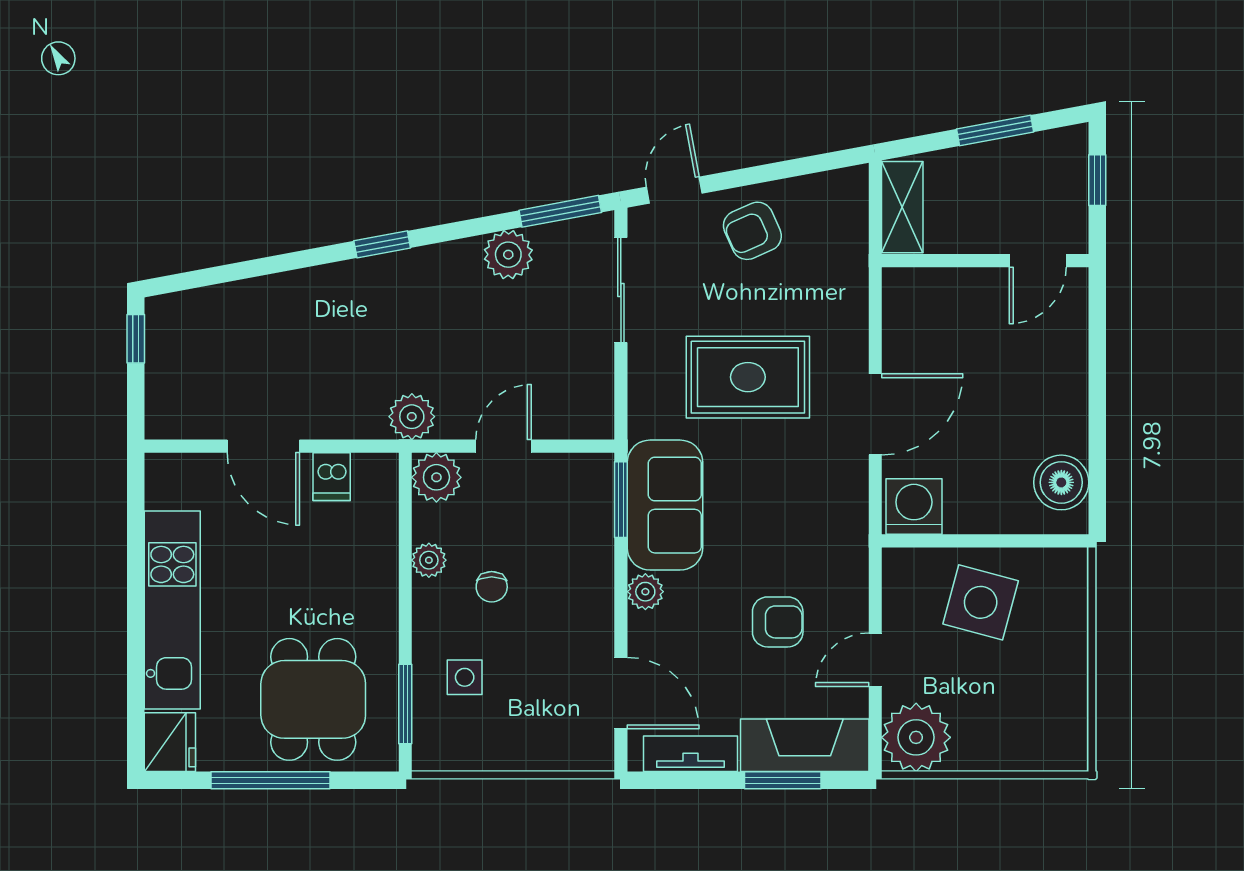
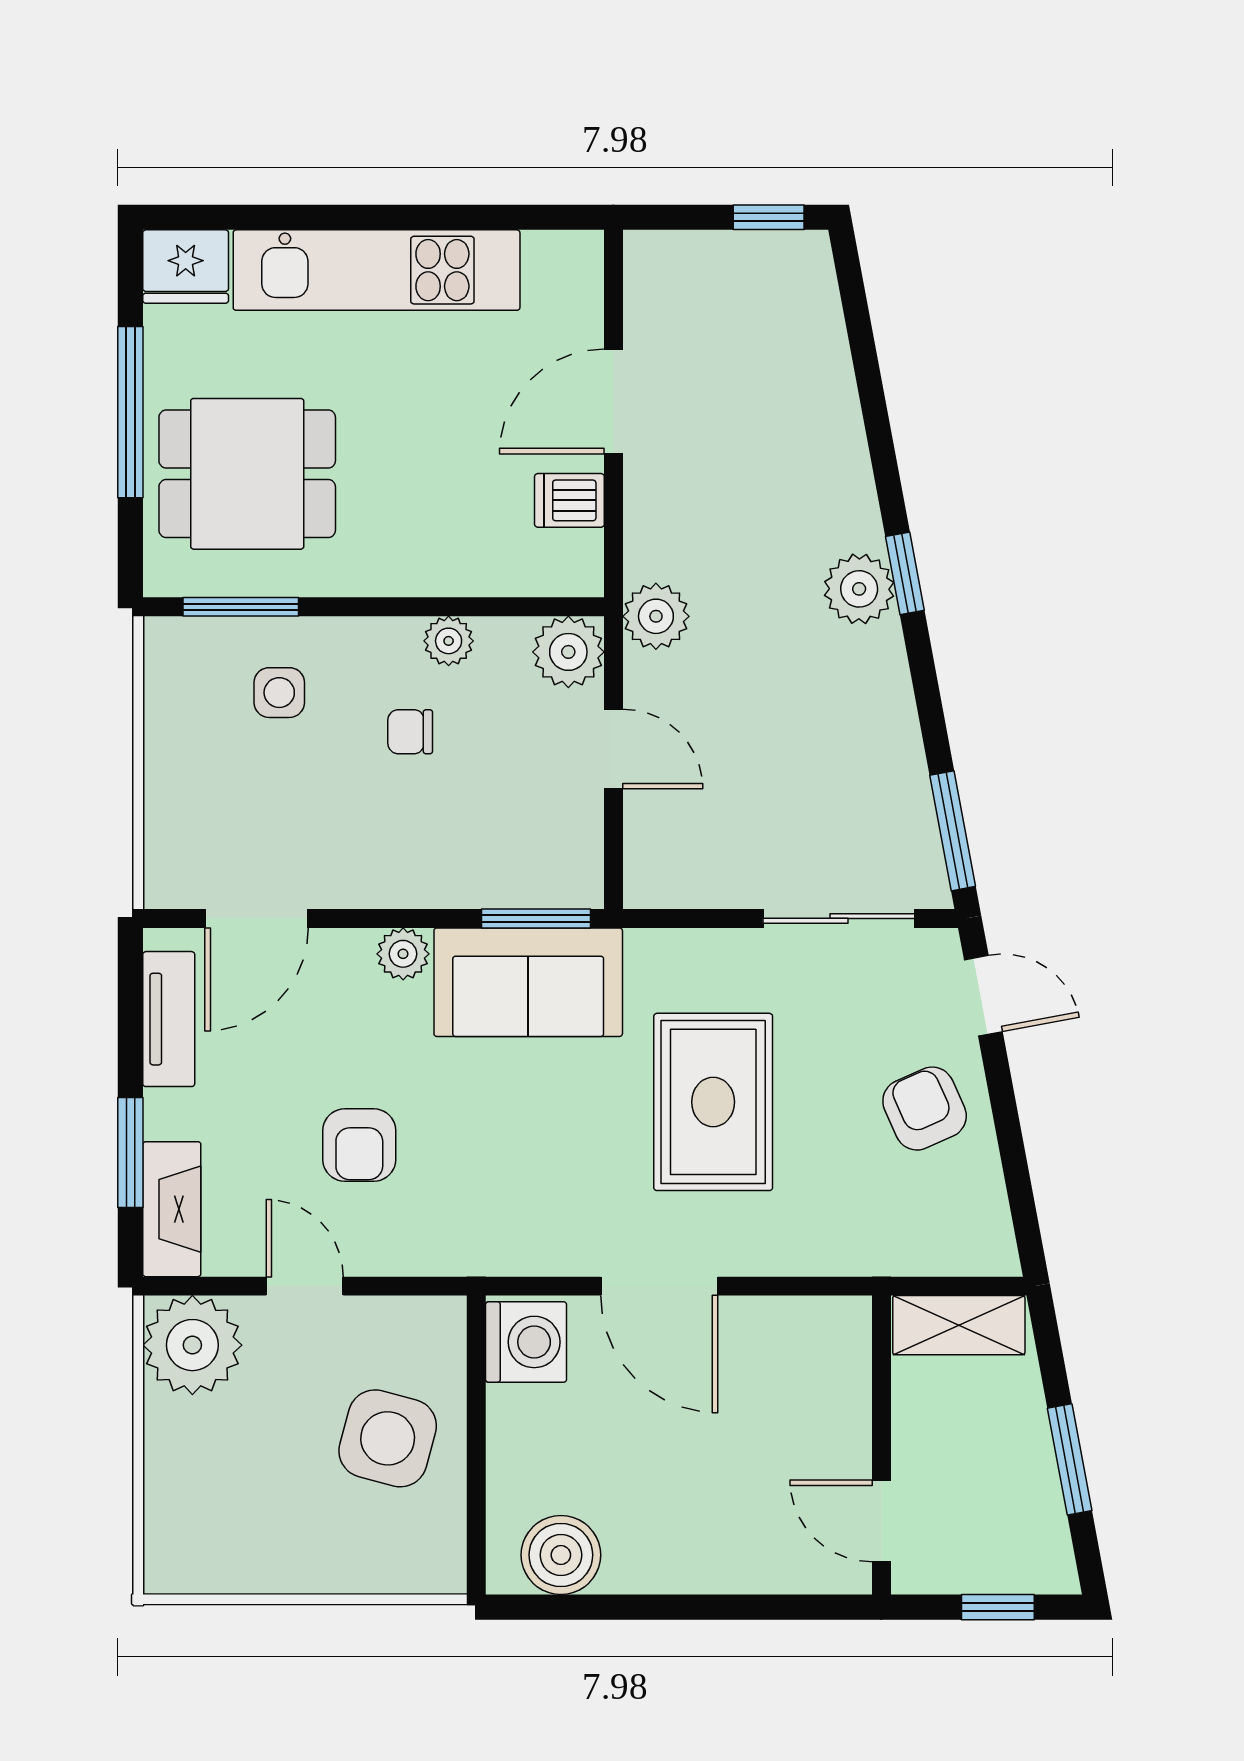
plant: (508, 255) -> (859, 589), moved
fireplace: (805, 745) -> (172, 1209), width x0.73, depth x0.76

